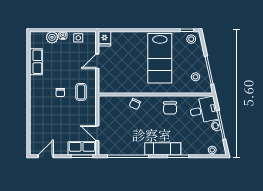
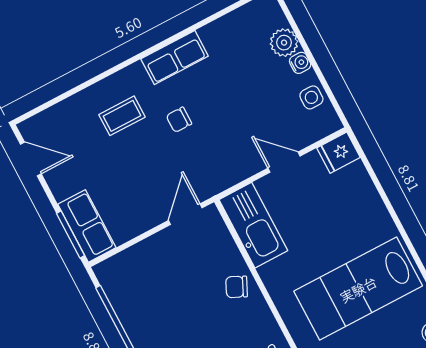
row of seats: (36, 62) -> (175, 58), moved
kitchen sink: (115, 85) -> (253, 225), added
coffee table: (81, 92) -> (122, 116), moved
door: (97, 133) -> (185, 214), moved

